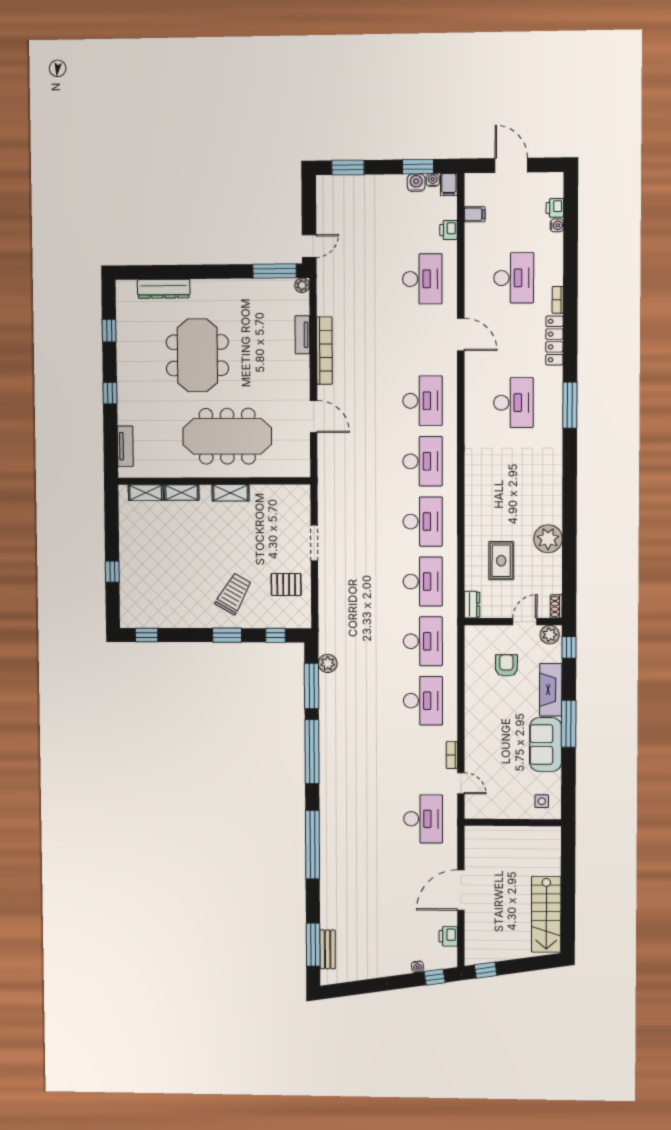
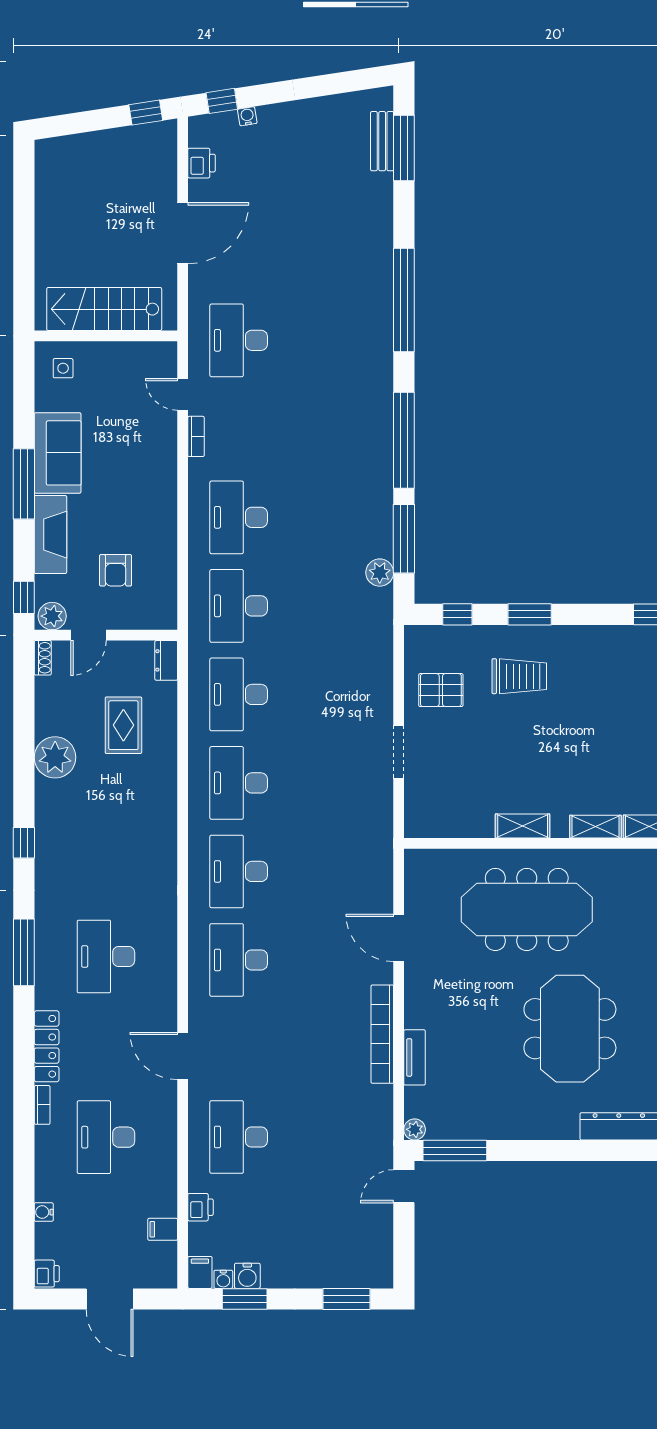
printer: (555, 208) -> (47, 1274), moved
window: (570, 480) -> (24, 843), added
trolley: (234, 594) -> (519, 676), turned -120
stairs: (546, 914) -> (104, 309), moved, turned -90

